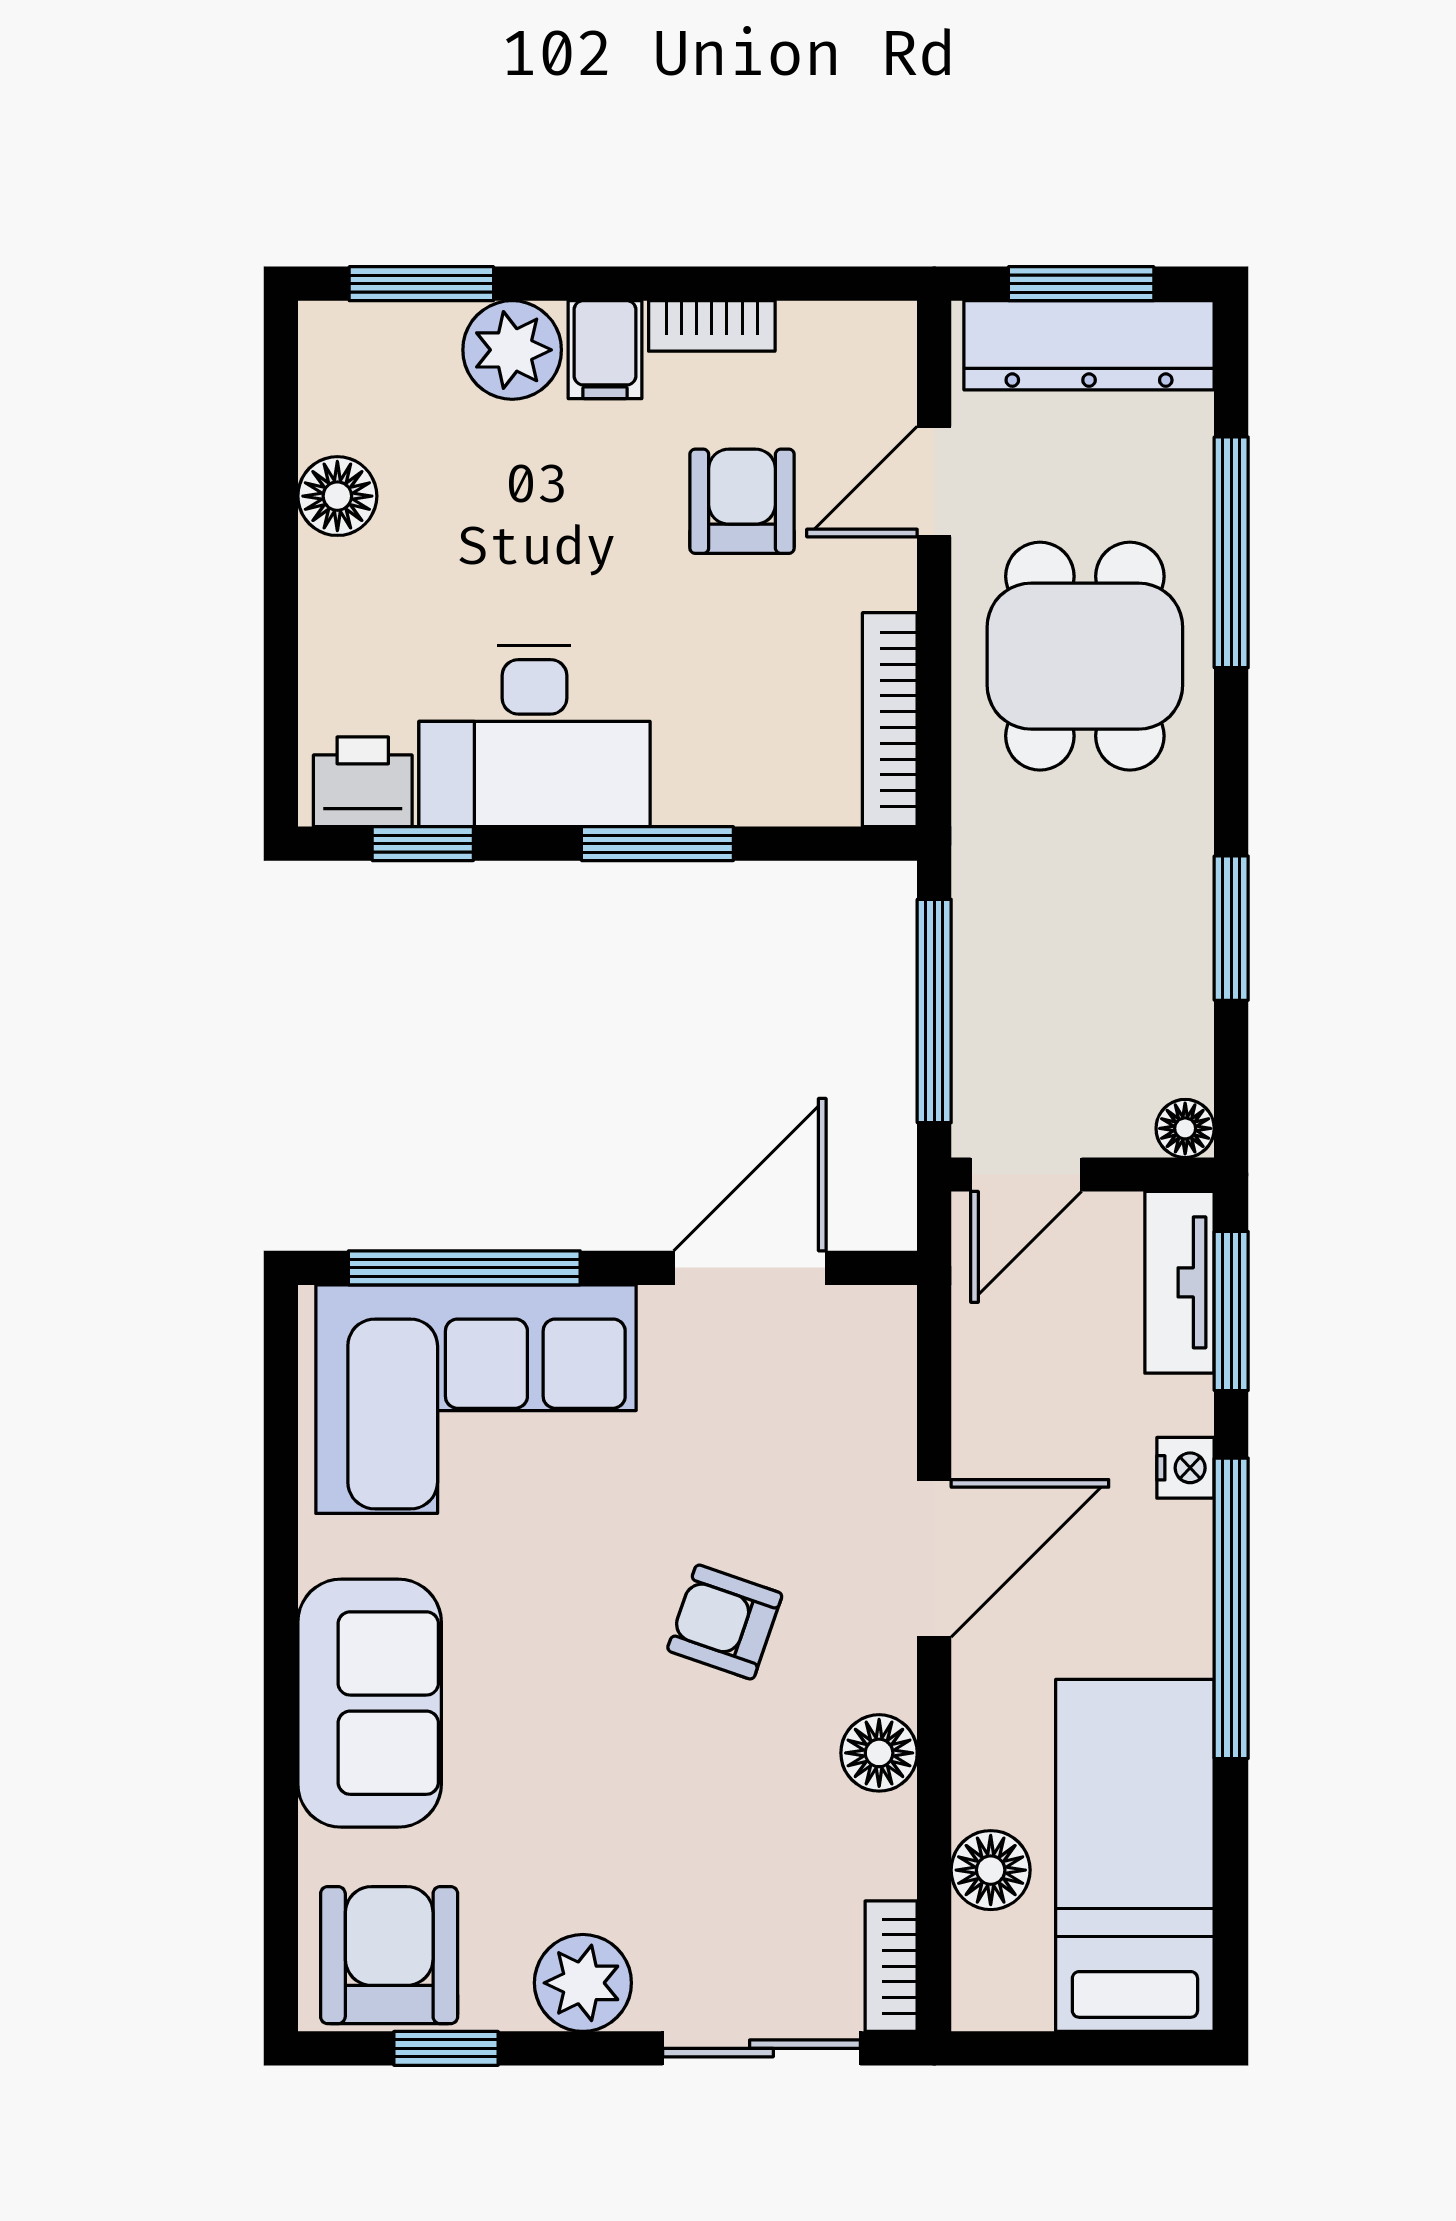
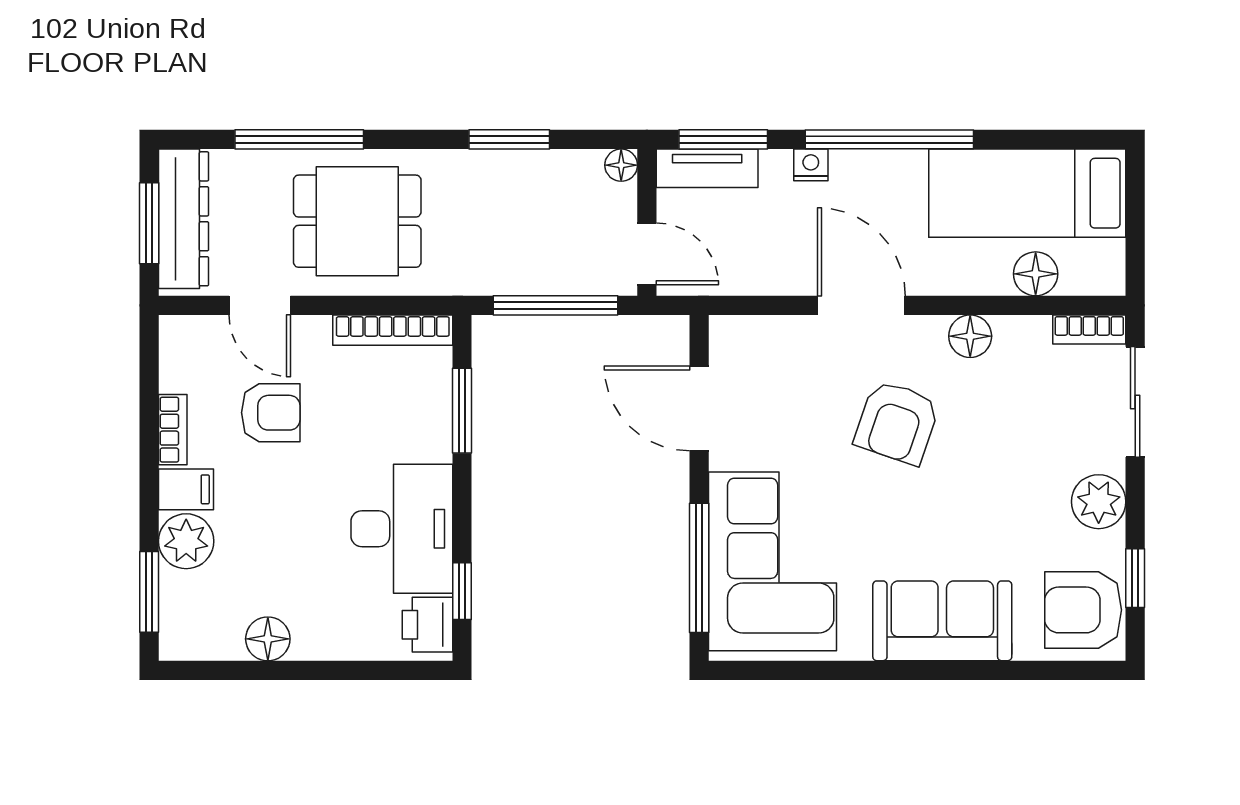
armchair: (742, 501) -> (271, 413), turned 180
window: (657, 844) -> (462, 411), moved
armchair: (725, 1622) -> (897, 422), width x1.38, depth x1.38

